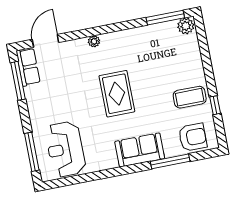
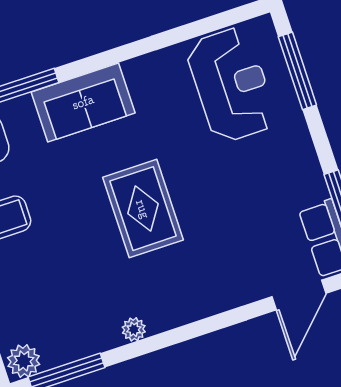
plant: (94, 41) -> (134, 329), moved

